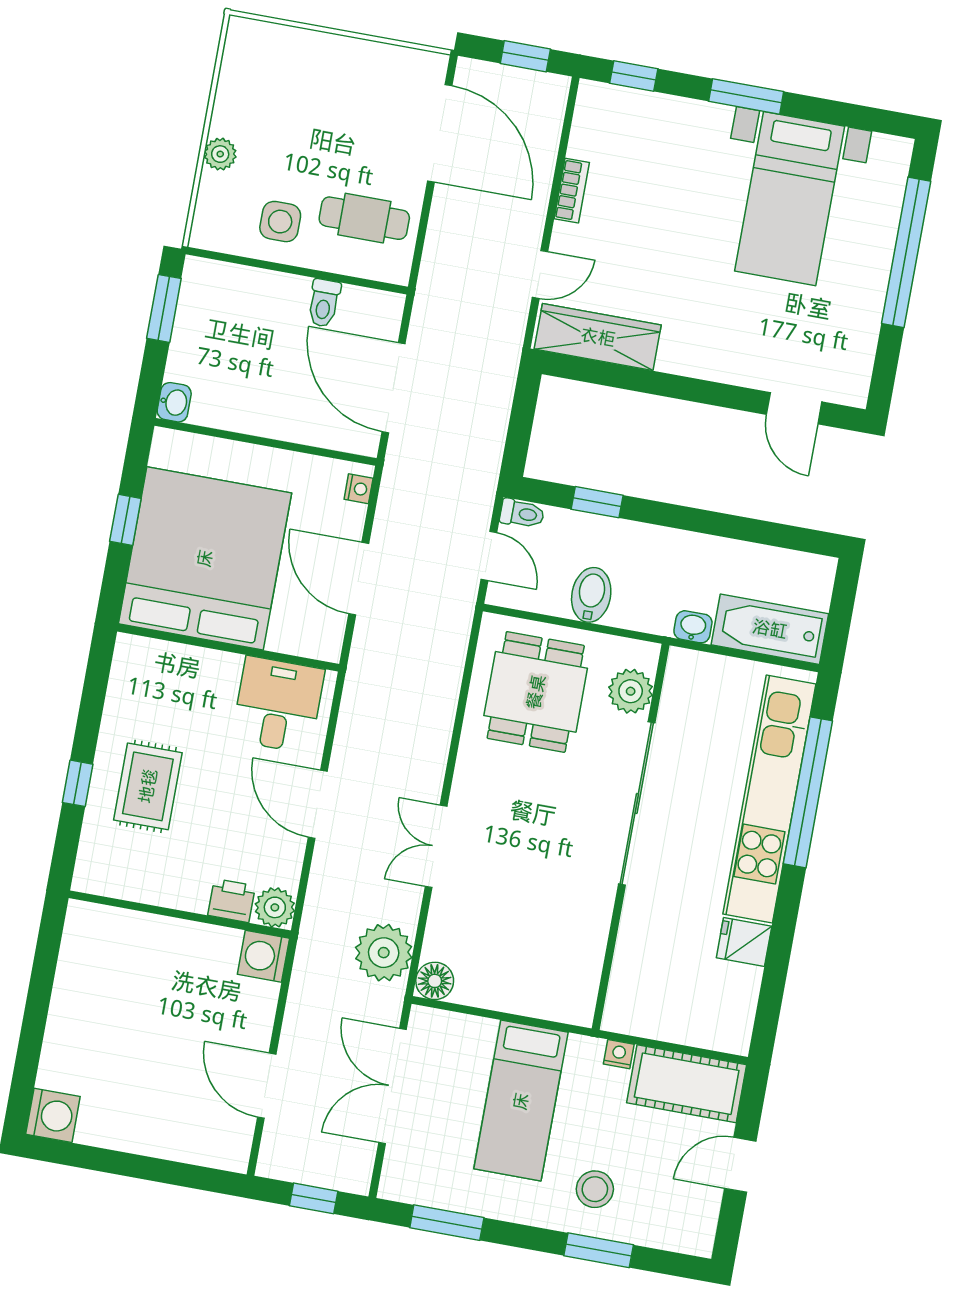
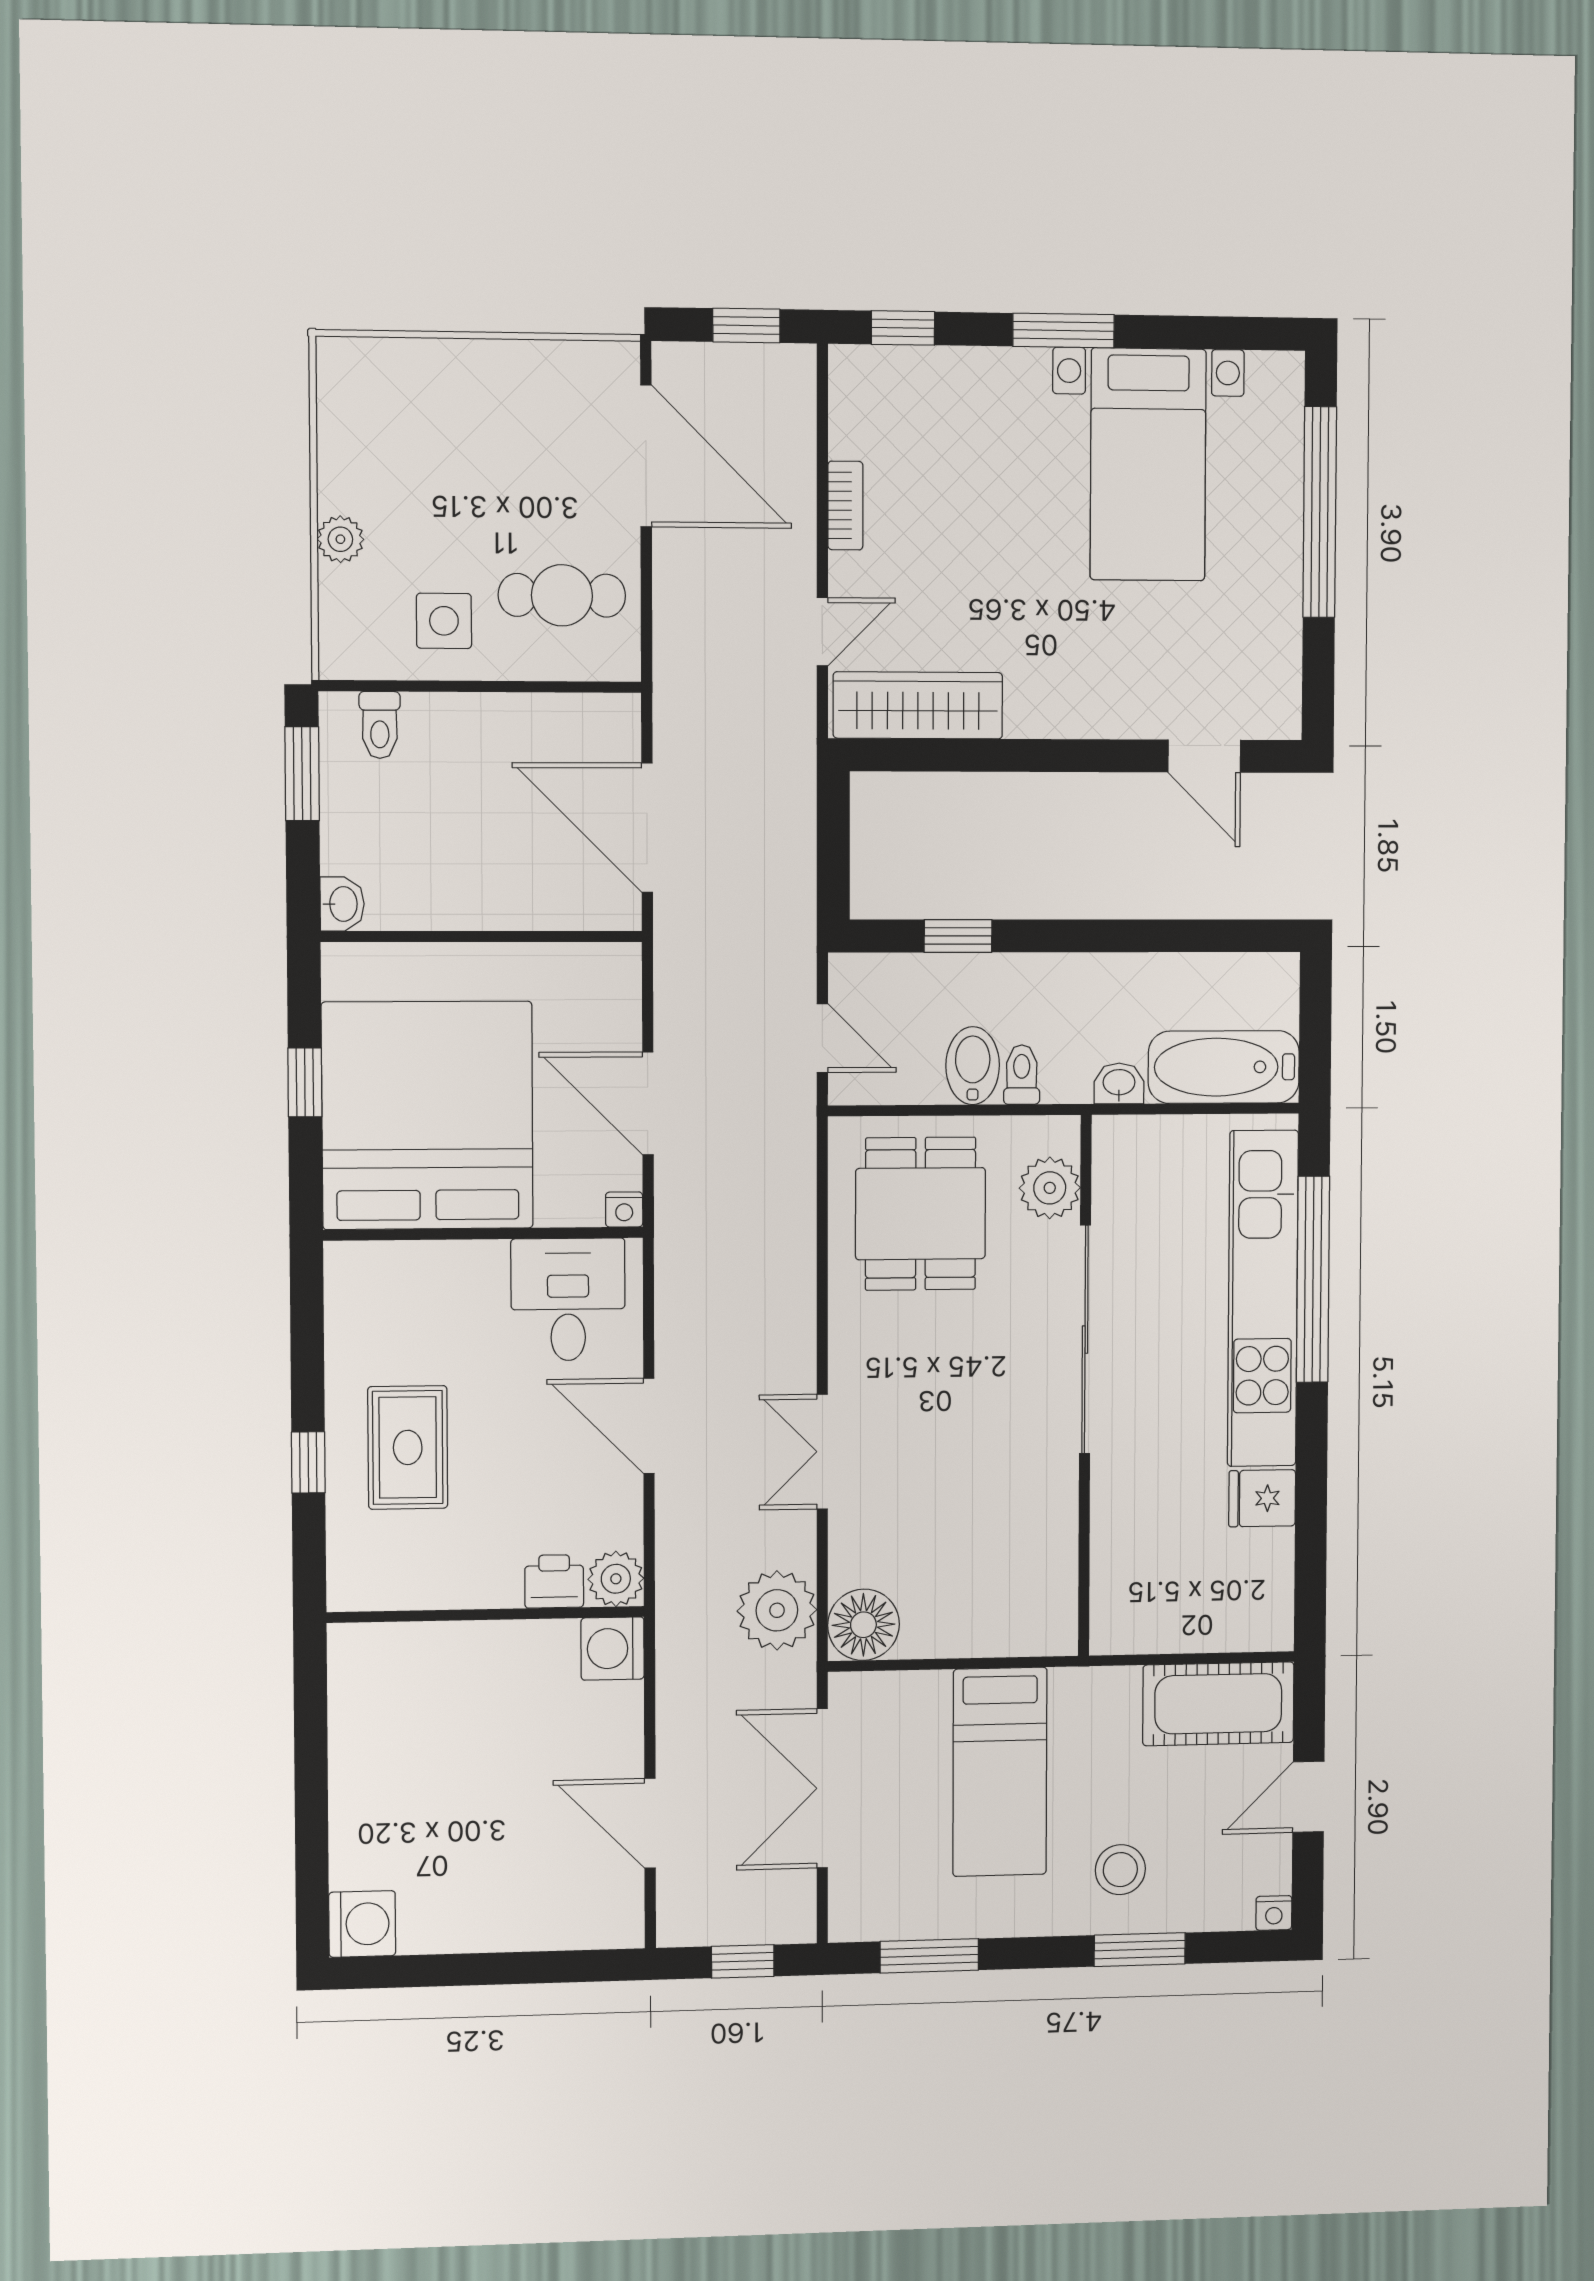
toilet: (324, 303) -> (380, 725), moved
nightstand: (359, 489) -> (624, 1209), moved, turned 90
toilet: (522, 514) -> (1022, 1075), moved, turned -90
floor lamp: (435, 981) -> (863, 1625), width x1.38, depth x1.38
nightstand: (619, 1054) -> (1274, 1913), moved, turned 180

